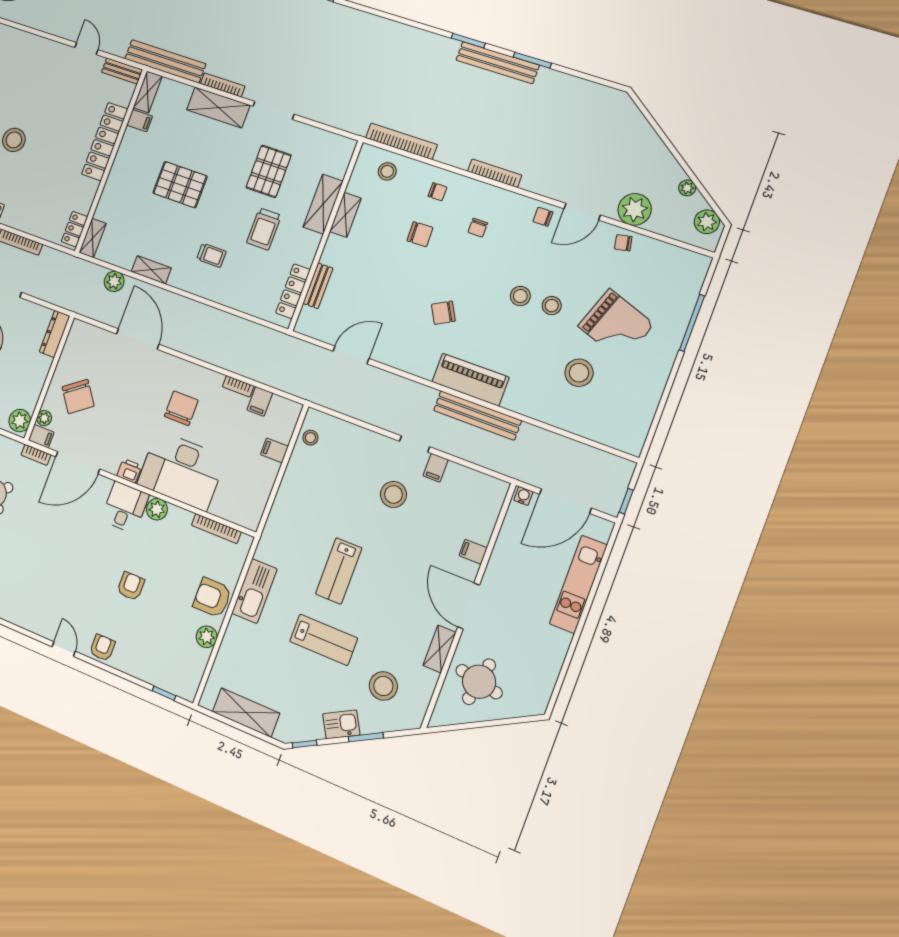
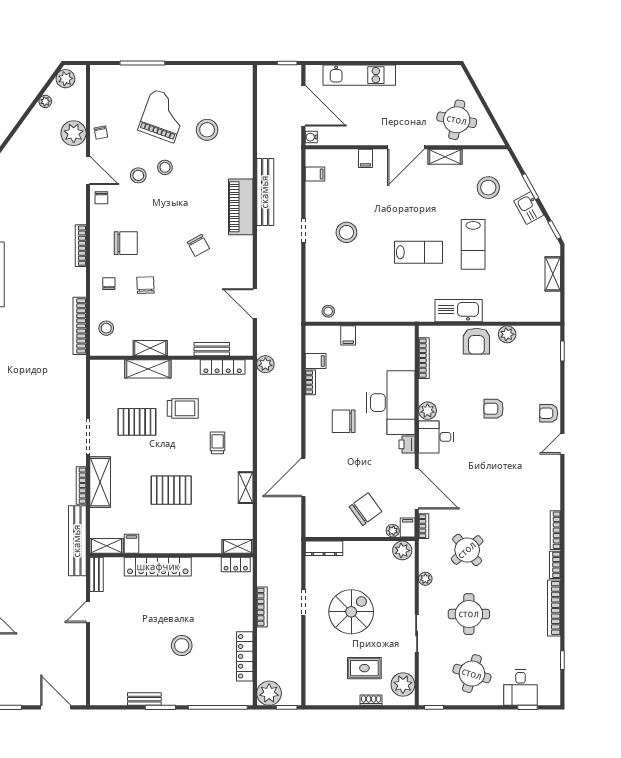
pallet: (180, 185) -> (171, 490), turned 90
chair: (478, 228) -> (126, 243), width x1.87, depth x1.87
plant: (114, 281) -> (265, 364), moved
stool: (520, 296) -> (138, 175), moved
filing cabinet: (436, 468) -> (315, 174), moved
lab bench: (324, 640) -> (473, 244), turned 180
shelving: (246, 713) -> (553, 274), width x0.67, depth x0.75

